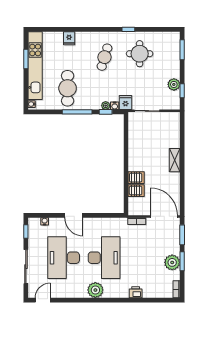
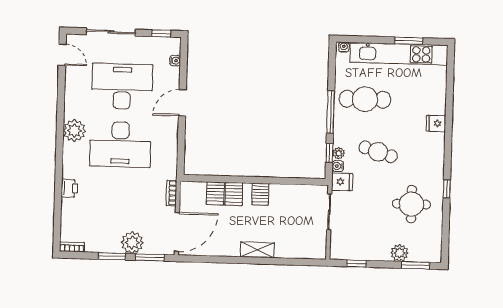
fridge: (69, 38) -> (436, 124), moved
cafe table: (104, 57) -> (378, 152), moved
plant: (174, 84) -> (399, 253), moved
server rack: (136, 159) -> (260, 194), added
plant: (172, 262) -> (132, 243), moved

